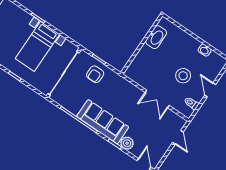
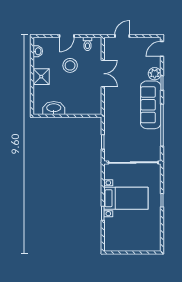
shower: (190, 45) -> (41, 77), added
washbasin: (205, 50) -> (38, 51), moved
armchair: (95, 74) -> (117, 137), removed

